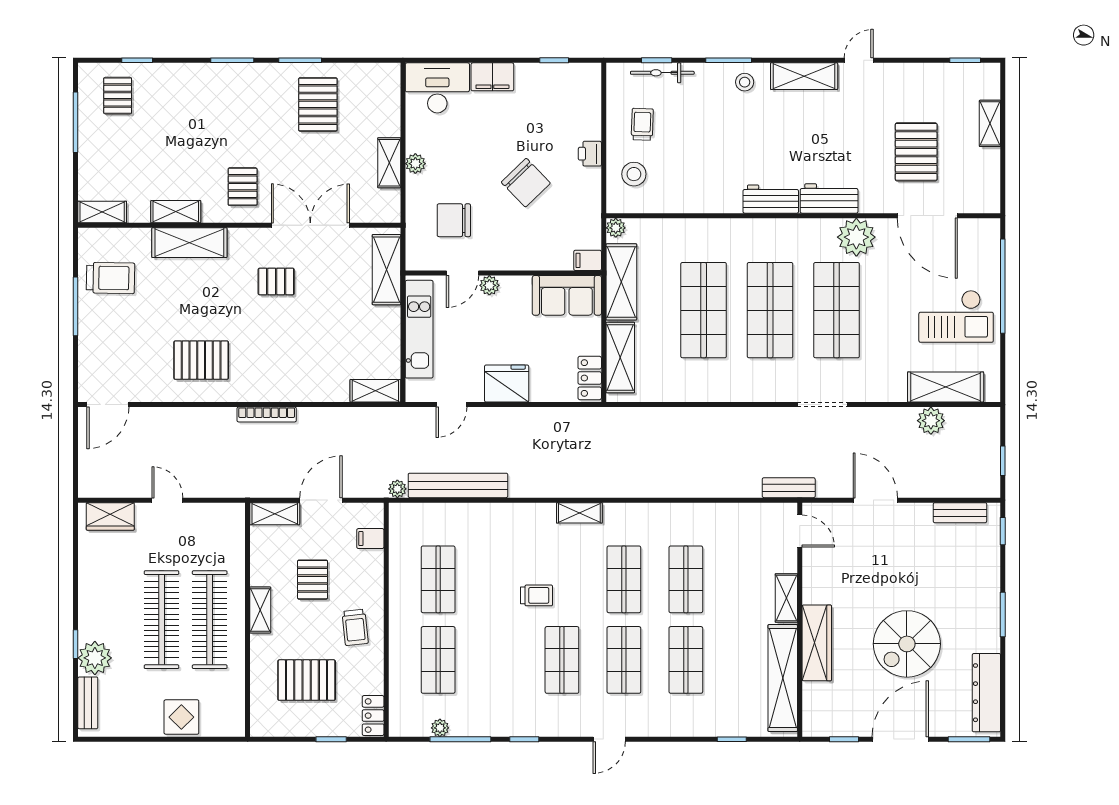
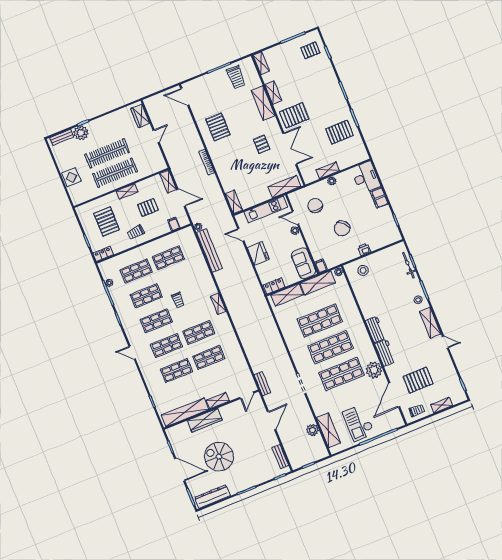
trolley: (642, 124) -> (417, 410), moved
pallet: (243, 187) -> (294, 115), width x1.50, depth x1.42
shop shelf: (500, 660) -> (146, 296), added

